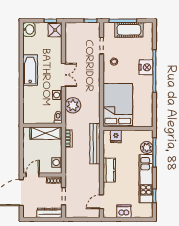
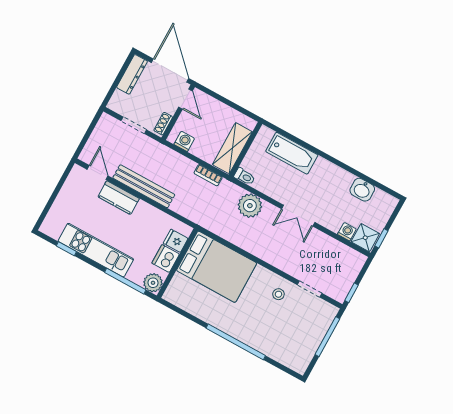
washbasin: (29, 29) -> (362, 190), moved
cot: (129, 30) -> (311, 338), removed
nightstand: (146, 67) -> (247, 333), removed
bathtub: (30, 70) -> (292, 153), moved
washing machine: (57, 95) -> (347, 232), moved
bench: (95, 144) -> (144, 186), moved
plant: (147, 147) -> (153, 283), moved
kitchen counter: (109, 170) -> (119, 198), moved
dishwasher: (124, 211) -> (166, 259), moved, turned 180
dresser: (49, 213) -> (132, 74), moved

